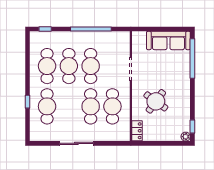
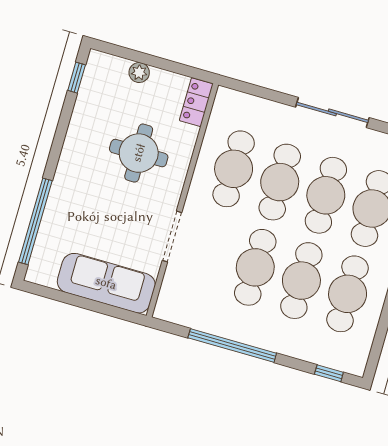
sofa: (168, 41) -> (106, 283), moved
round table: (156, 101) -> (139, 153), turned -36
cafe table: (69, 106) -> (326, 195), added
plant: (186, 137) -> (139, 73), moved

